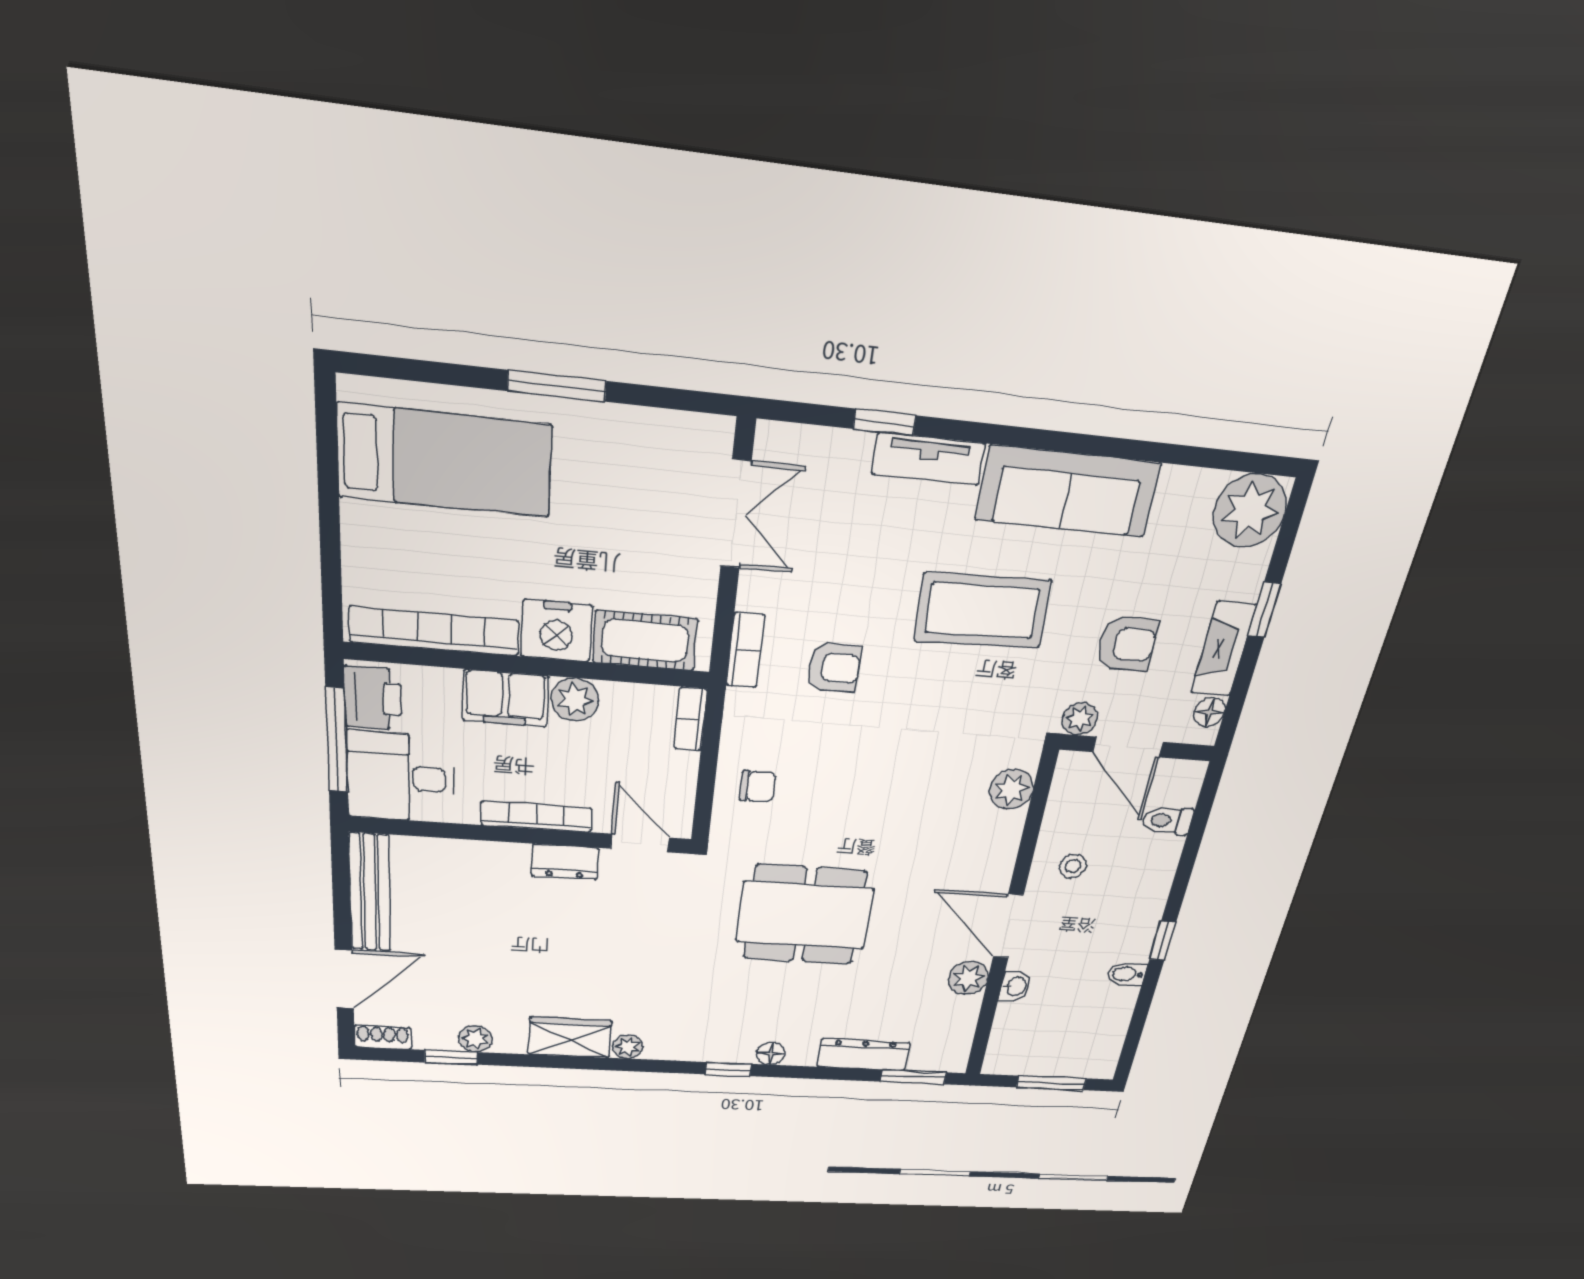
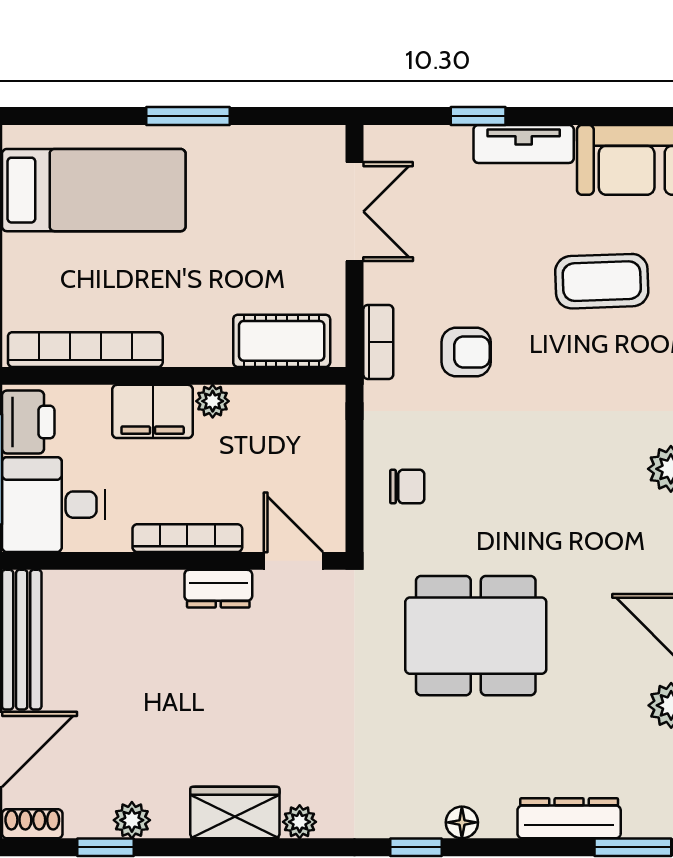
coffee table: (982, 611) -> (602, 281), width x0.73, depth x0.76
nightstand: (556, 631) -> (198, 339), removed
plant: (575, 700) -> (213, 401), width x0.73, depth x0.73
bookcase: (691, 719) -> (332, 418), removed

